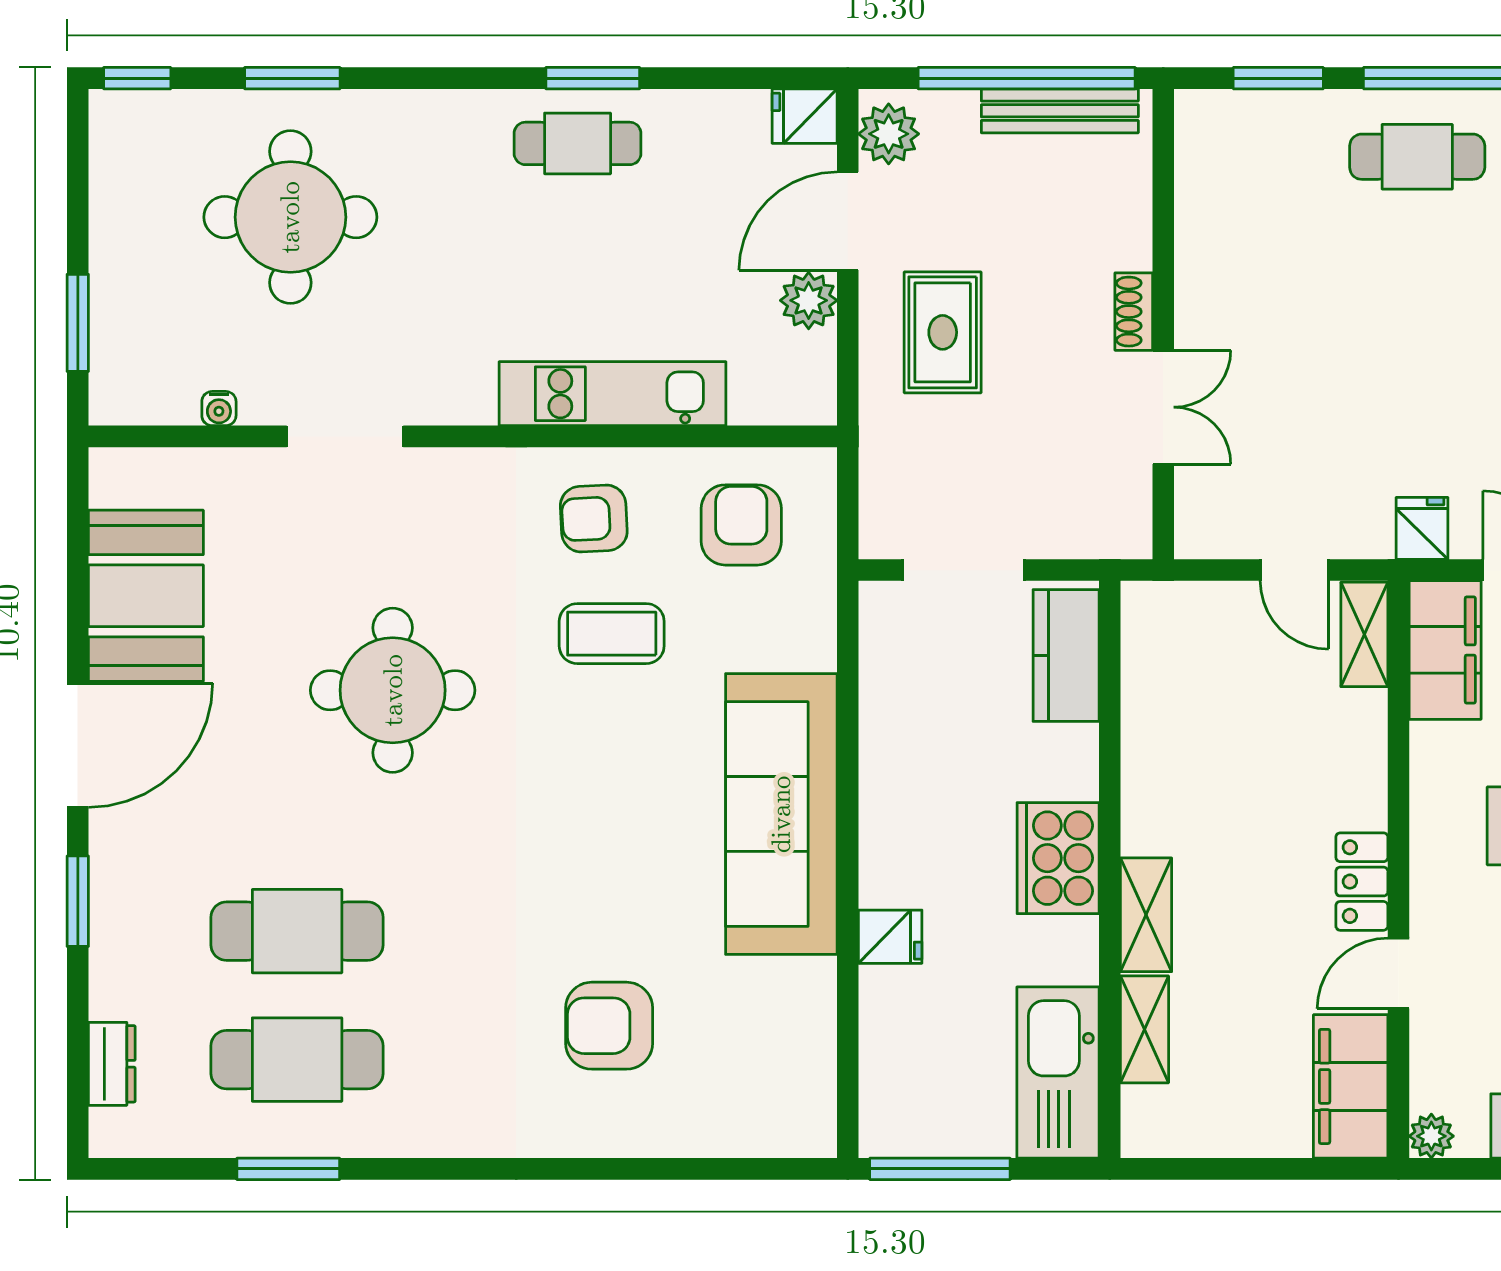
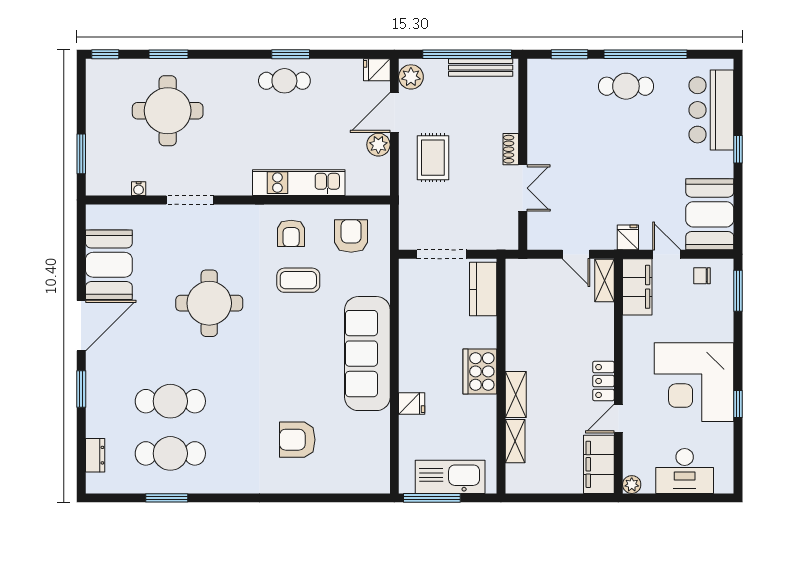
armchair: (594, 519) -> (291, 233), turned -87
kitchen sink: (1058, 1073) -> (450, 477), moved, turned 90

